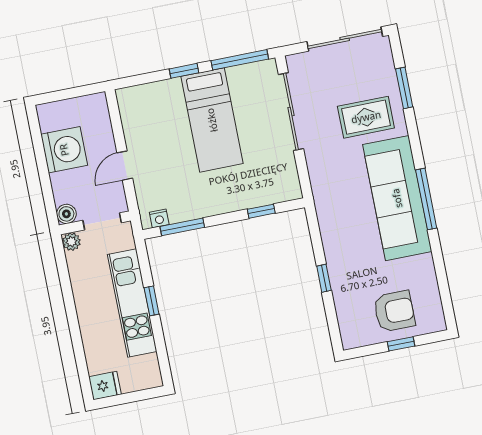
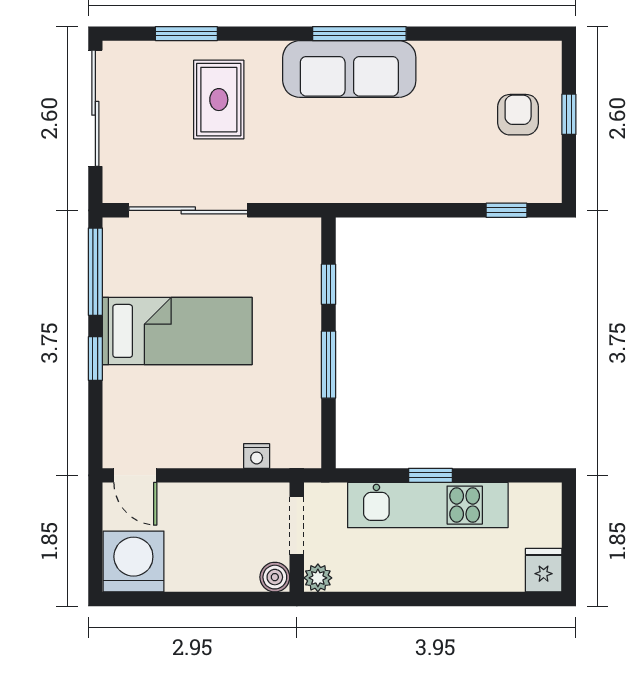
washing machine: (64, 150) -> (133, 562), moved
door: (125, 166) -> (135, 475), moved
sofa: (397, 198) -> (349, 69), width x0.74, depth x0.79
nightstand: (159, 218) -> (257, 456), moved, turned 90
window: (182, 227) -> (329, 365), moved
window: (324, 278) -> (507, 210), moved
armchair: (394, 311) -> (518, 115), width x0.72, depth x0.72

